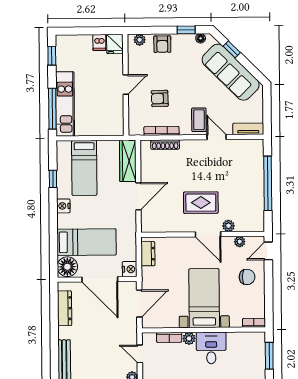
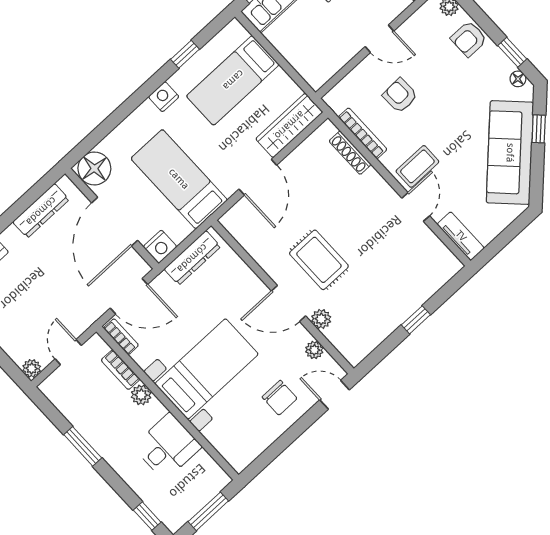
window: (268, 183) -> (416, 320), width x0.32
door: (138, 196) -> (258, 177), hinge flipped
door: (208, 234) -> (288, 303), hinge flipped
bed: (87, 242) -> (179, 179), moved, turned 180
dresser: (148, 254) -> (192, 258), width x1.44
bookcase: (254, 323) -> (121, 337), moved
desk: (211, 348) -> (167, 447), moved

